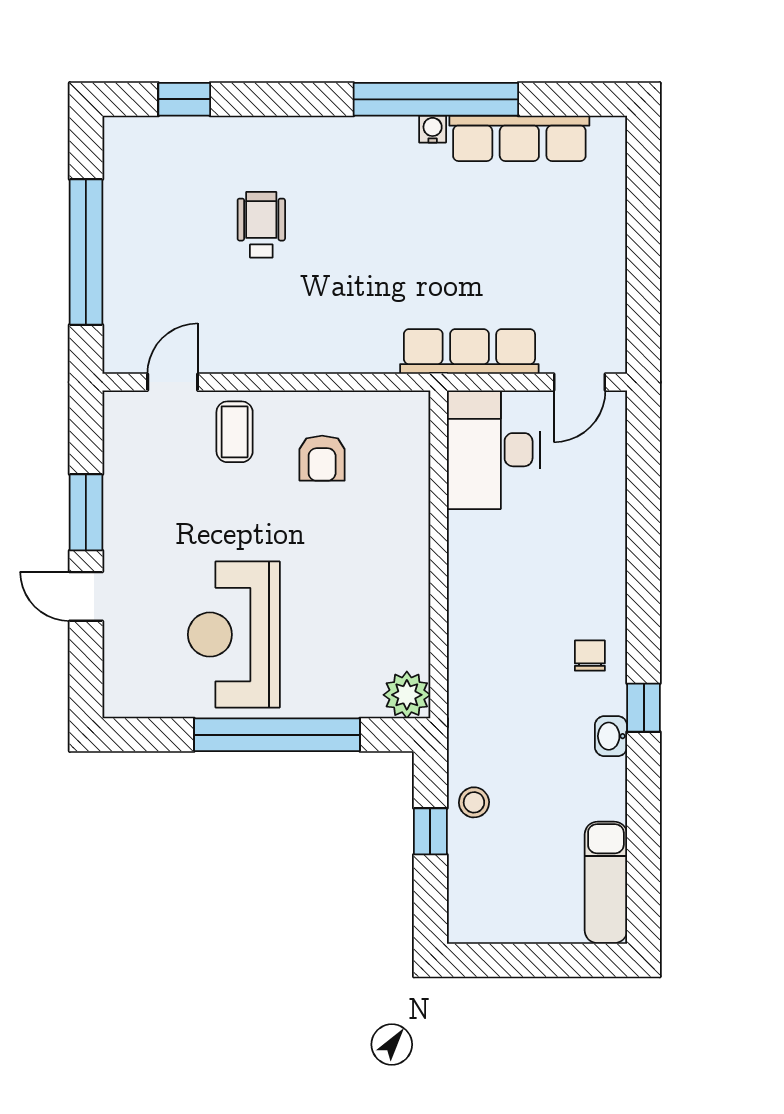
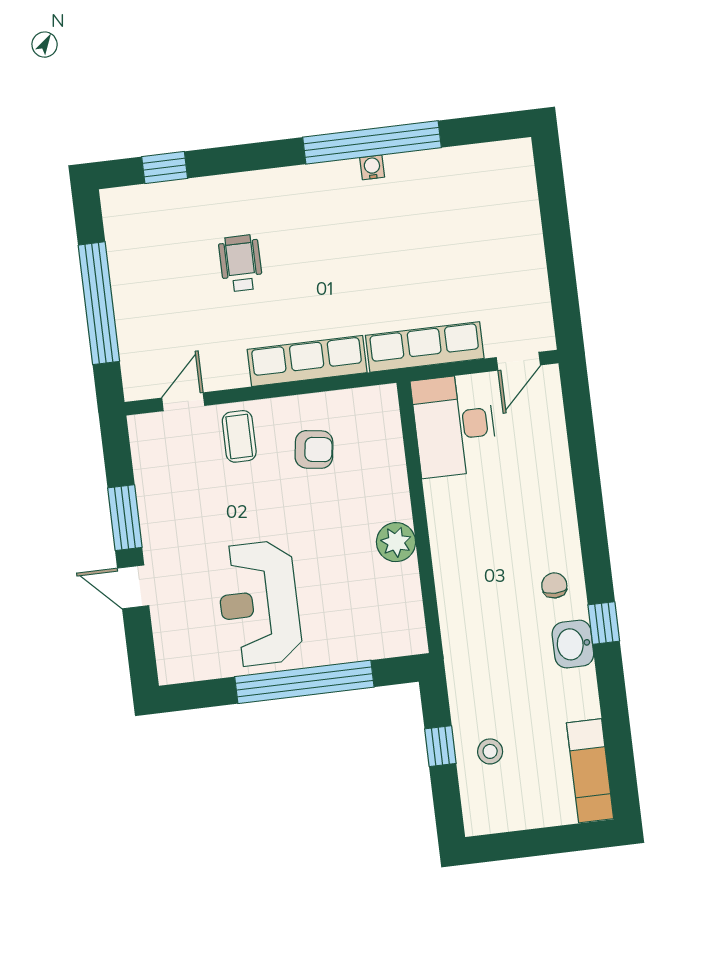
row of seats: (519, 138) -> (307, 361), moved, turned 180
armchair: (322, 458) -> (314, 449), turned -82
plant: (407, 695) -> (396, 542), moved
washbasin: (611, 736) -> (573, 644), width x1.38, depth x1.45
stool: (474, 802) -> (490, 751), moved

